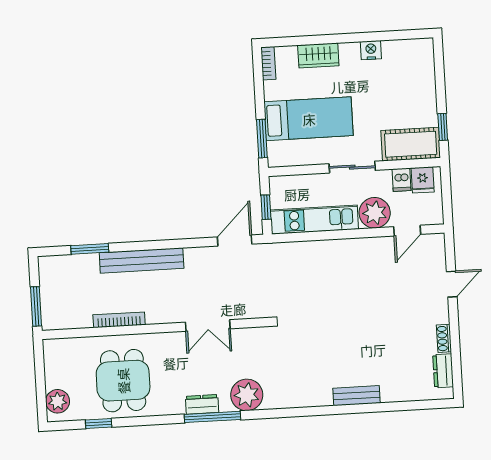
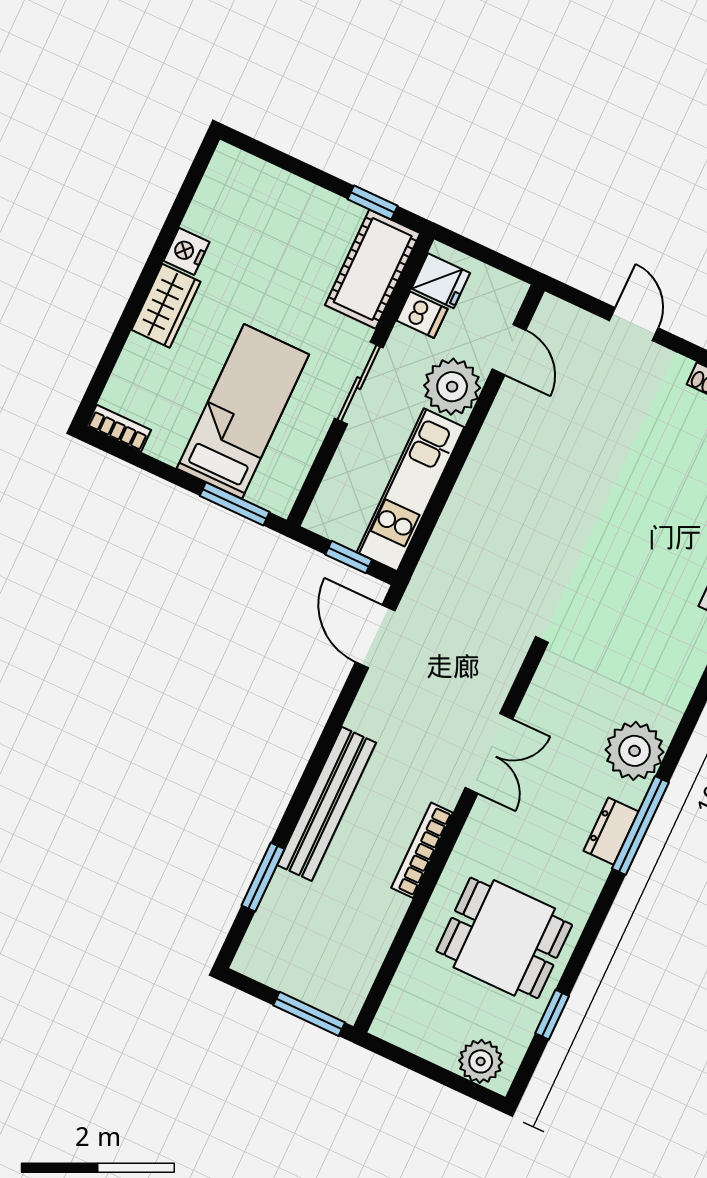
wardrobe: (318, 56) -> (166, 306), moved
bookcase: (119, 320) -> (422, 850), moved

